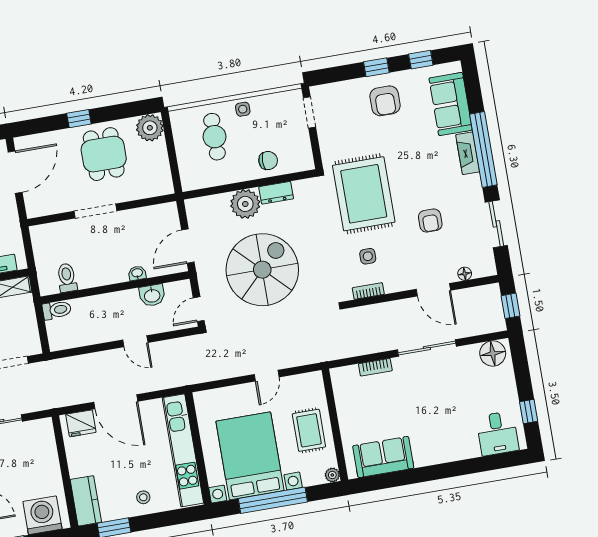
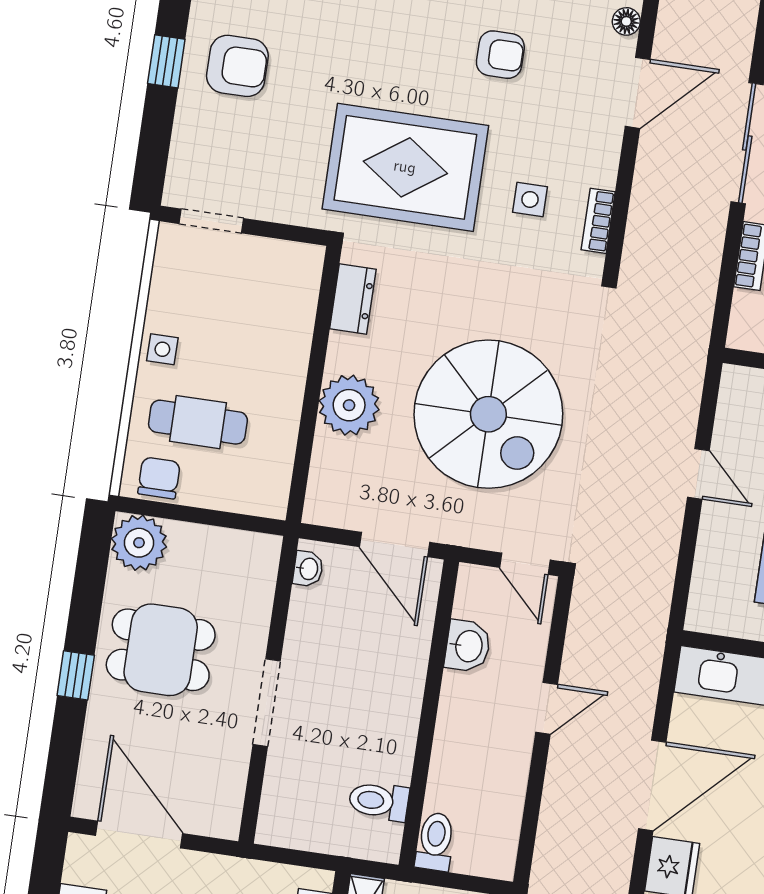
chair: (268, 161) -> (159, 478), moved
dresser: (276, 193) -> (353, 299), moved
spiral stairs: (262, 270) -> (488, 414), turned 180
washbasin: (137, 273) -> (308, 569), moved, turned 180

